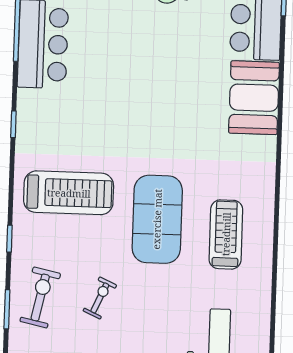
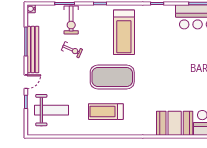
treadmill: (226, 234) -> (106, 112), turned 180
exercise bike: (40, 297) -> (71, 20), turned 78

